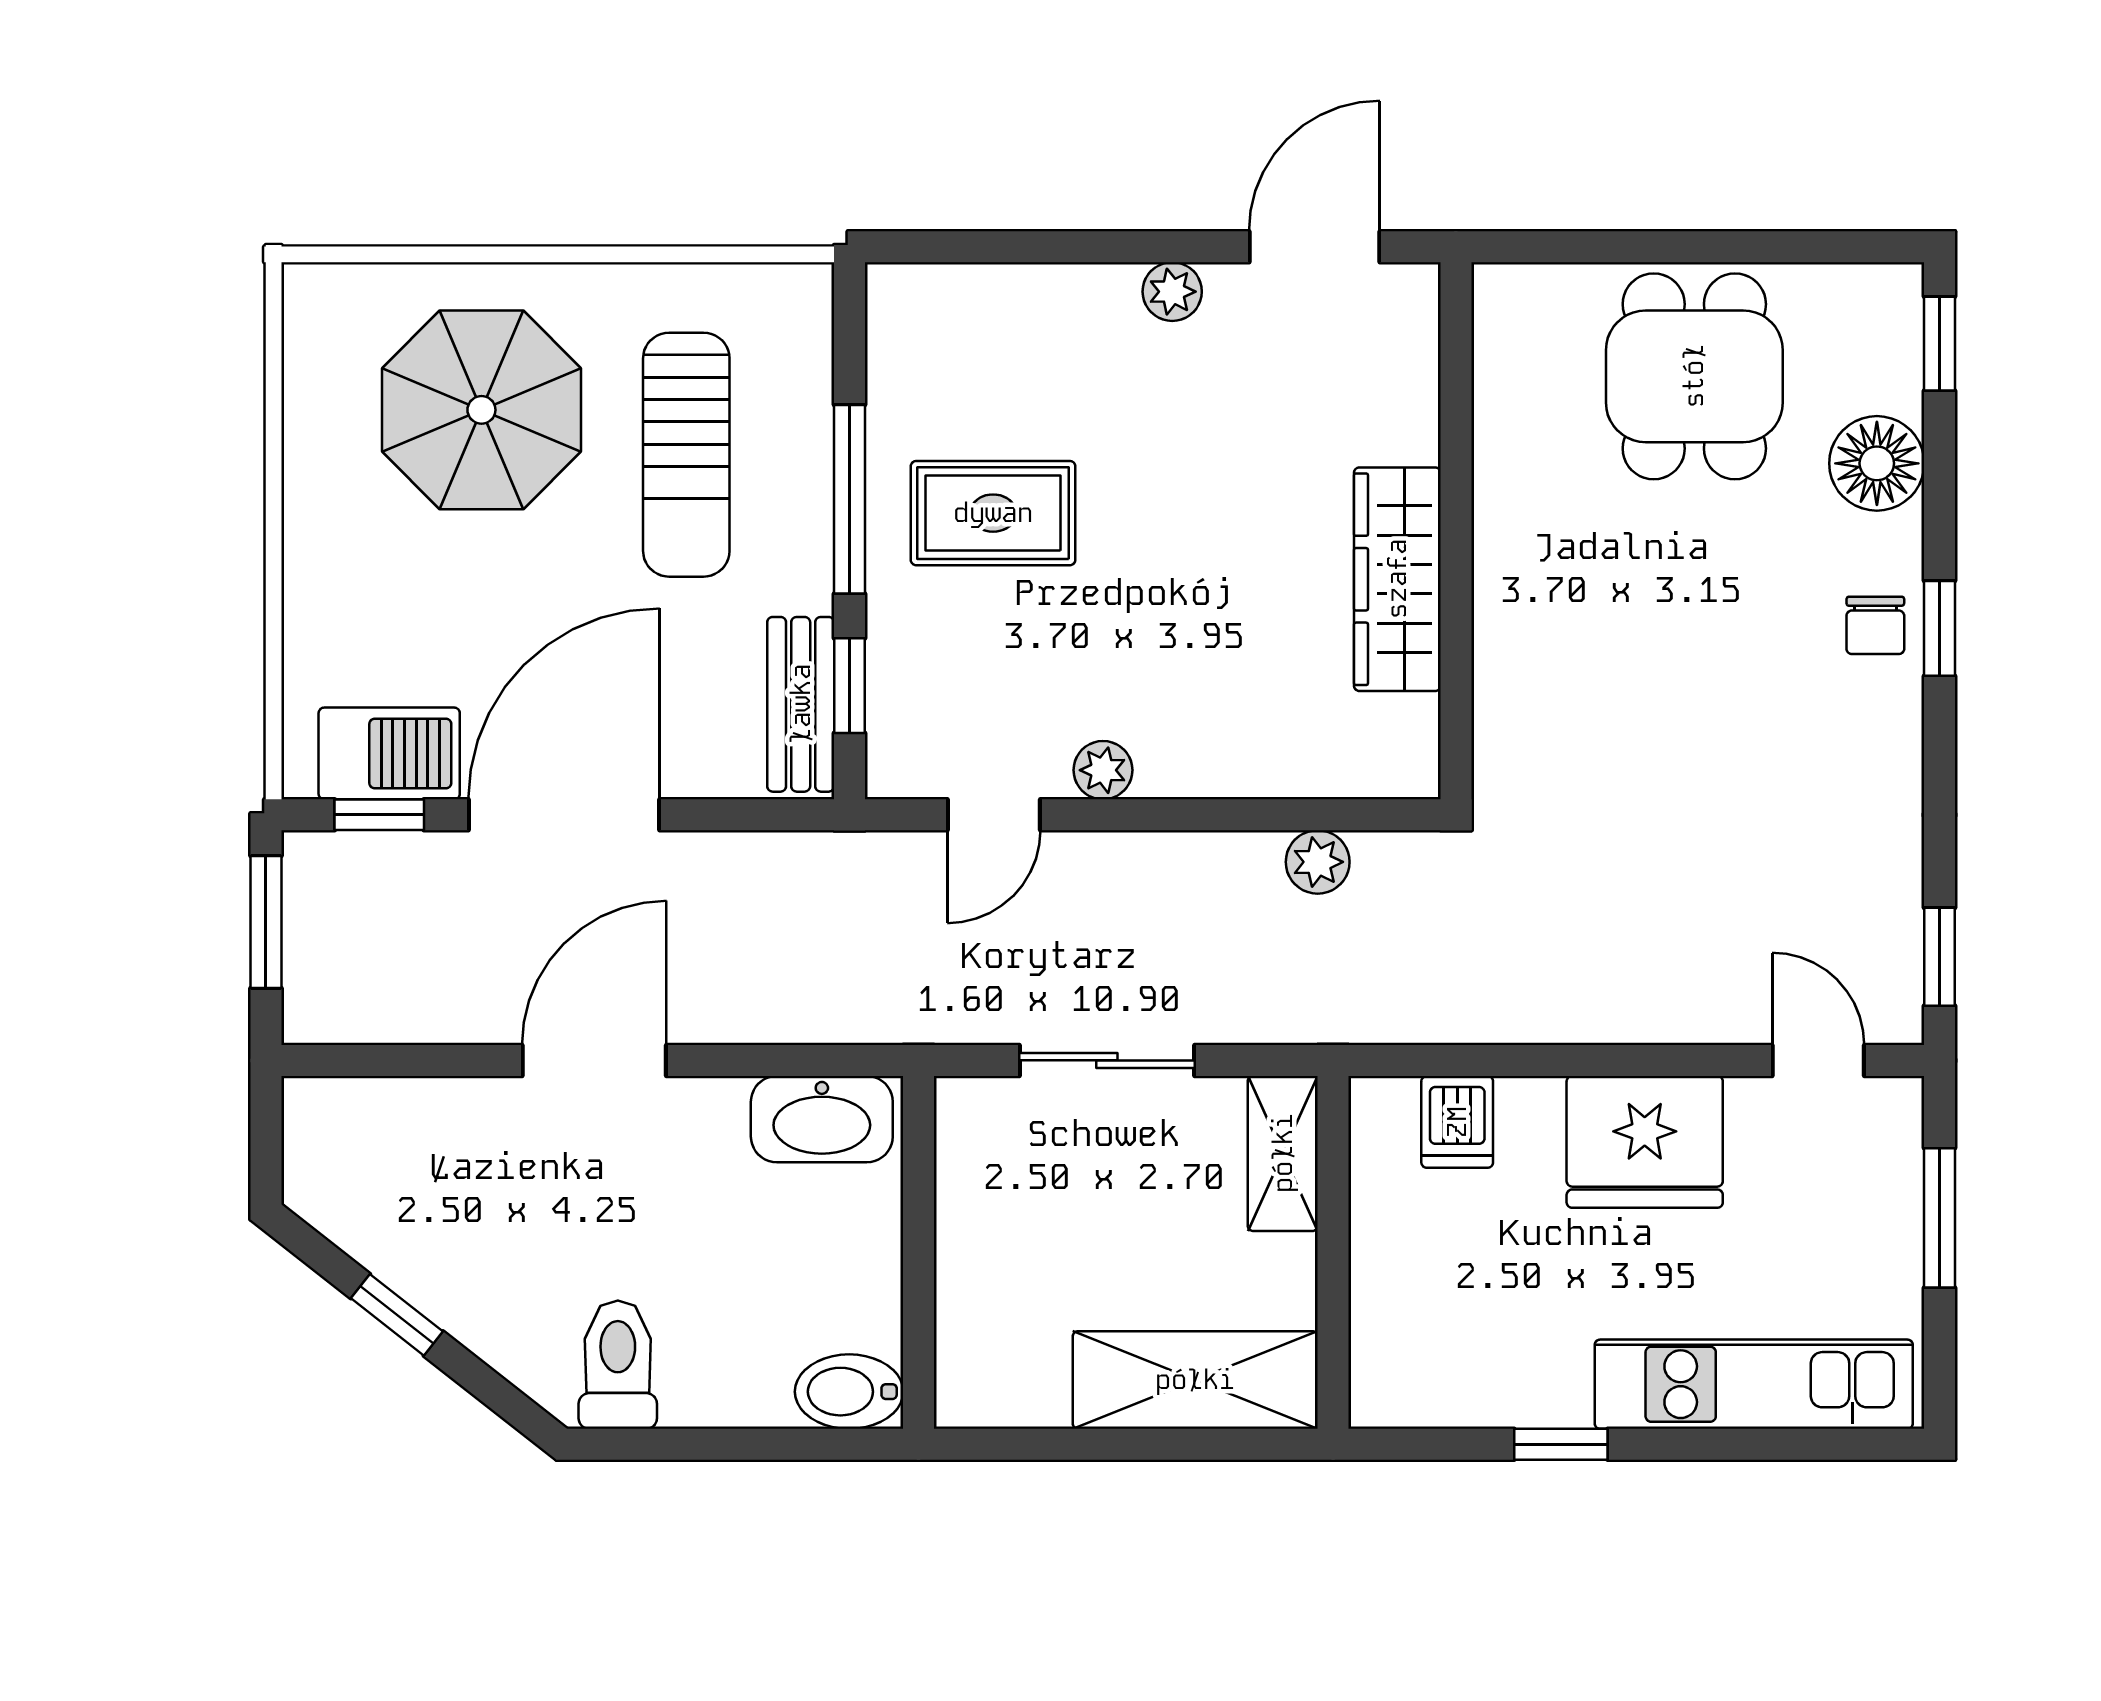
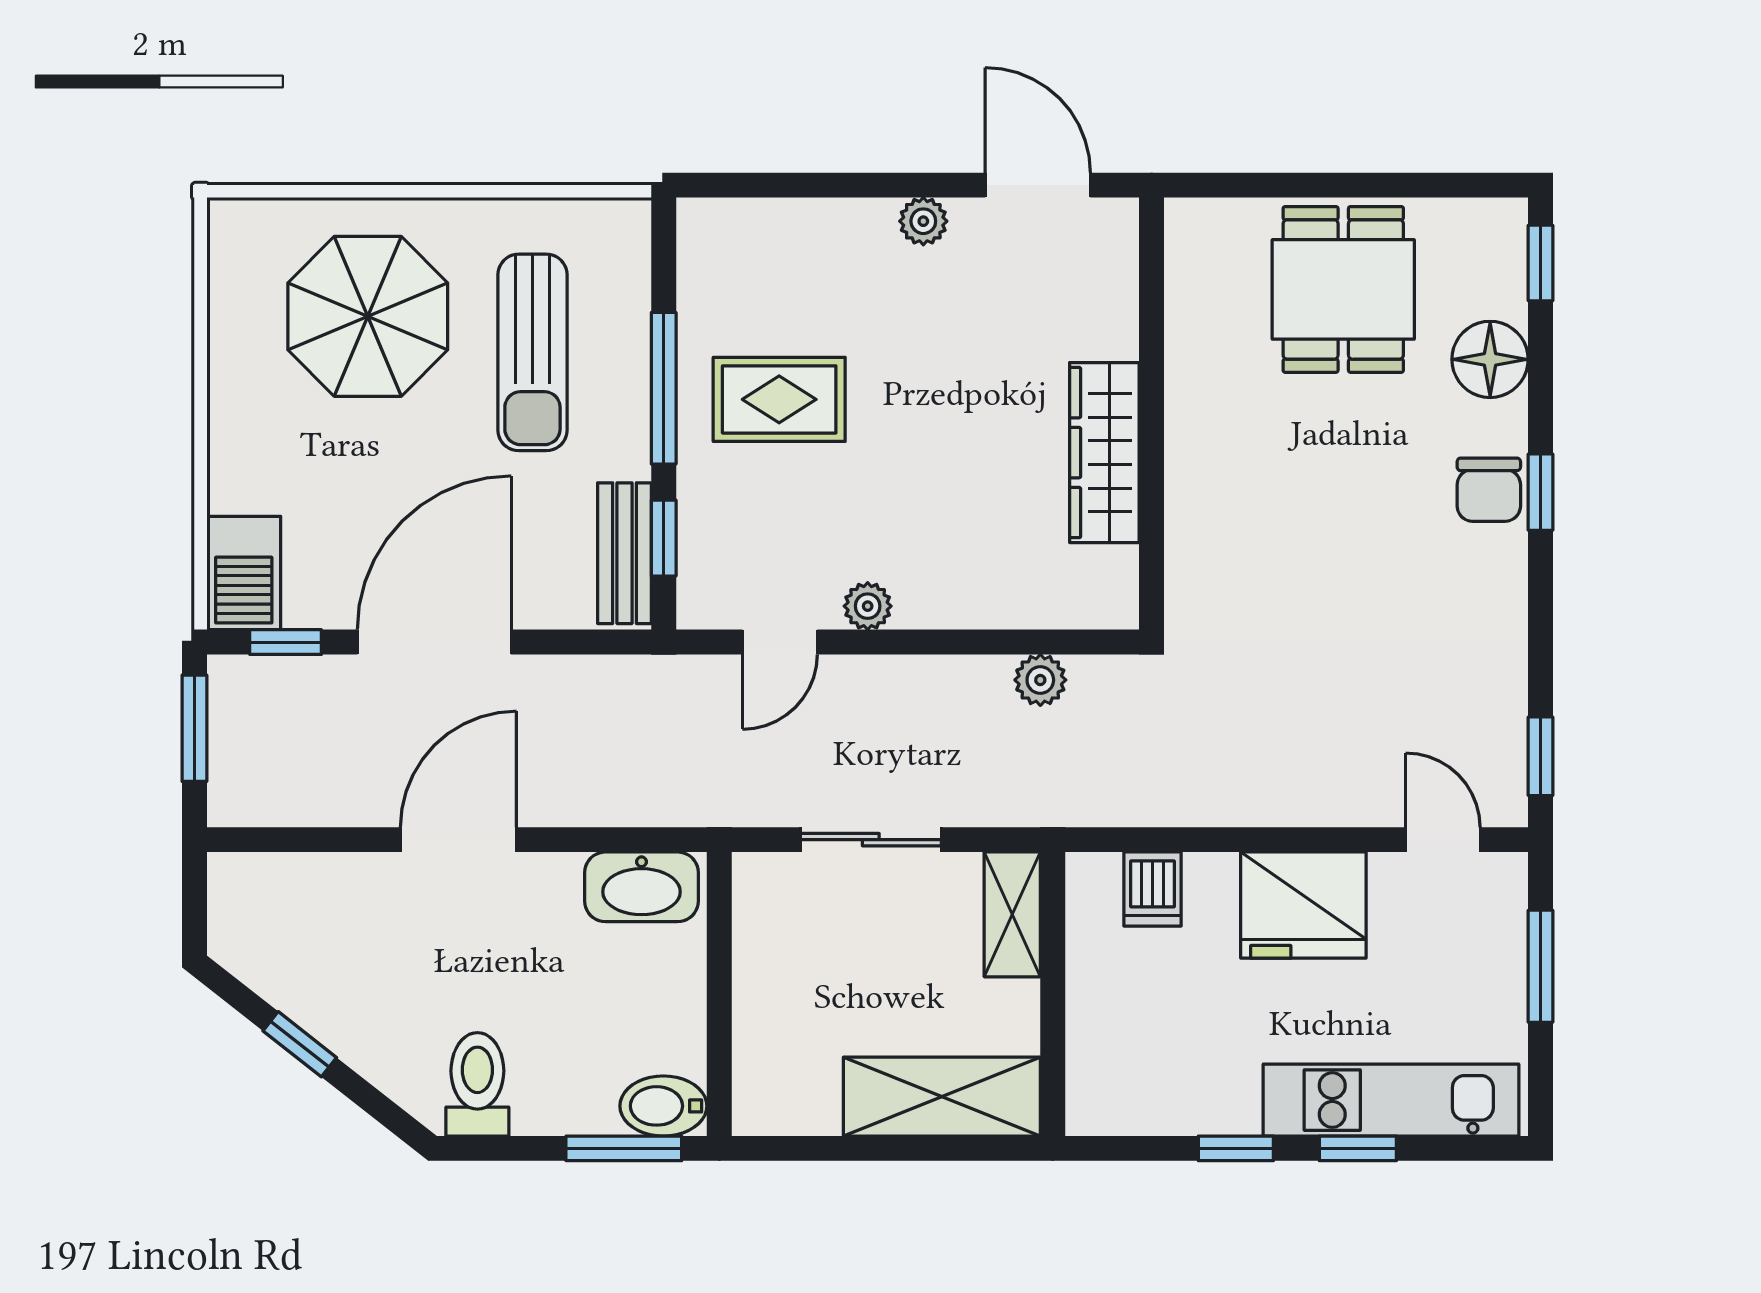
door: (1314, 247) -> (1038, 185), hinge flipped
chair: (1875, 625) -> (1489, 490), width x1.37, depth x1.37
barbecue: (389, 753) -> (244, 573), moved, turned 90
window: (800, 1444) -> (624, 1148), added
window: (1713, 1444) -> (1358, 1148), added

